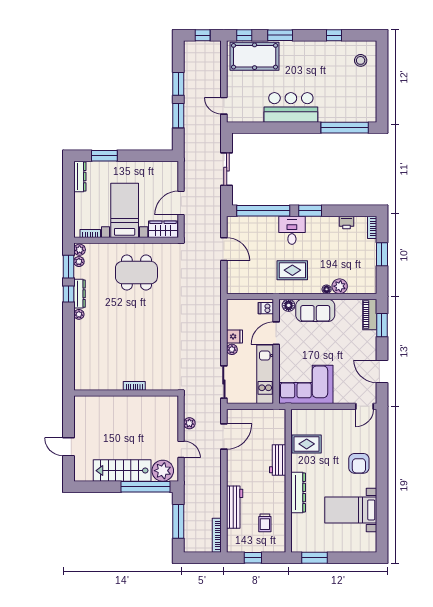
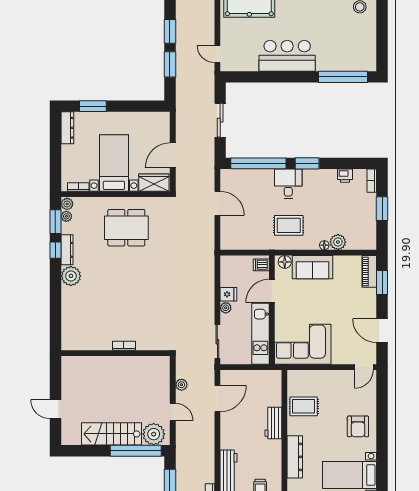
plant: (79, 314) -> (71, 276), width x1.87, depth x1.87

